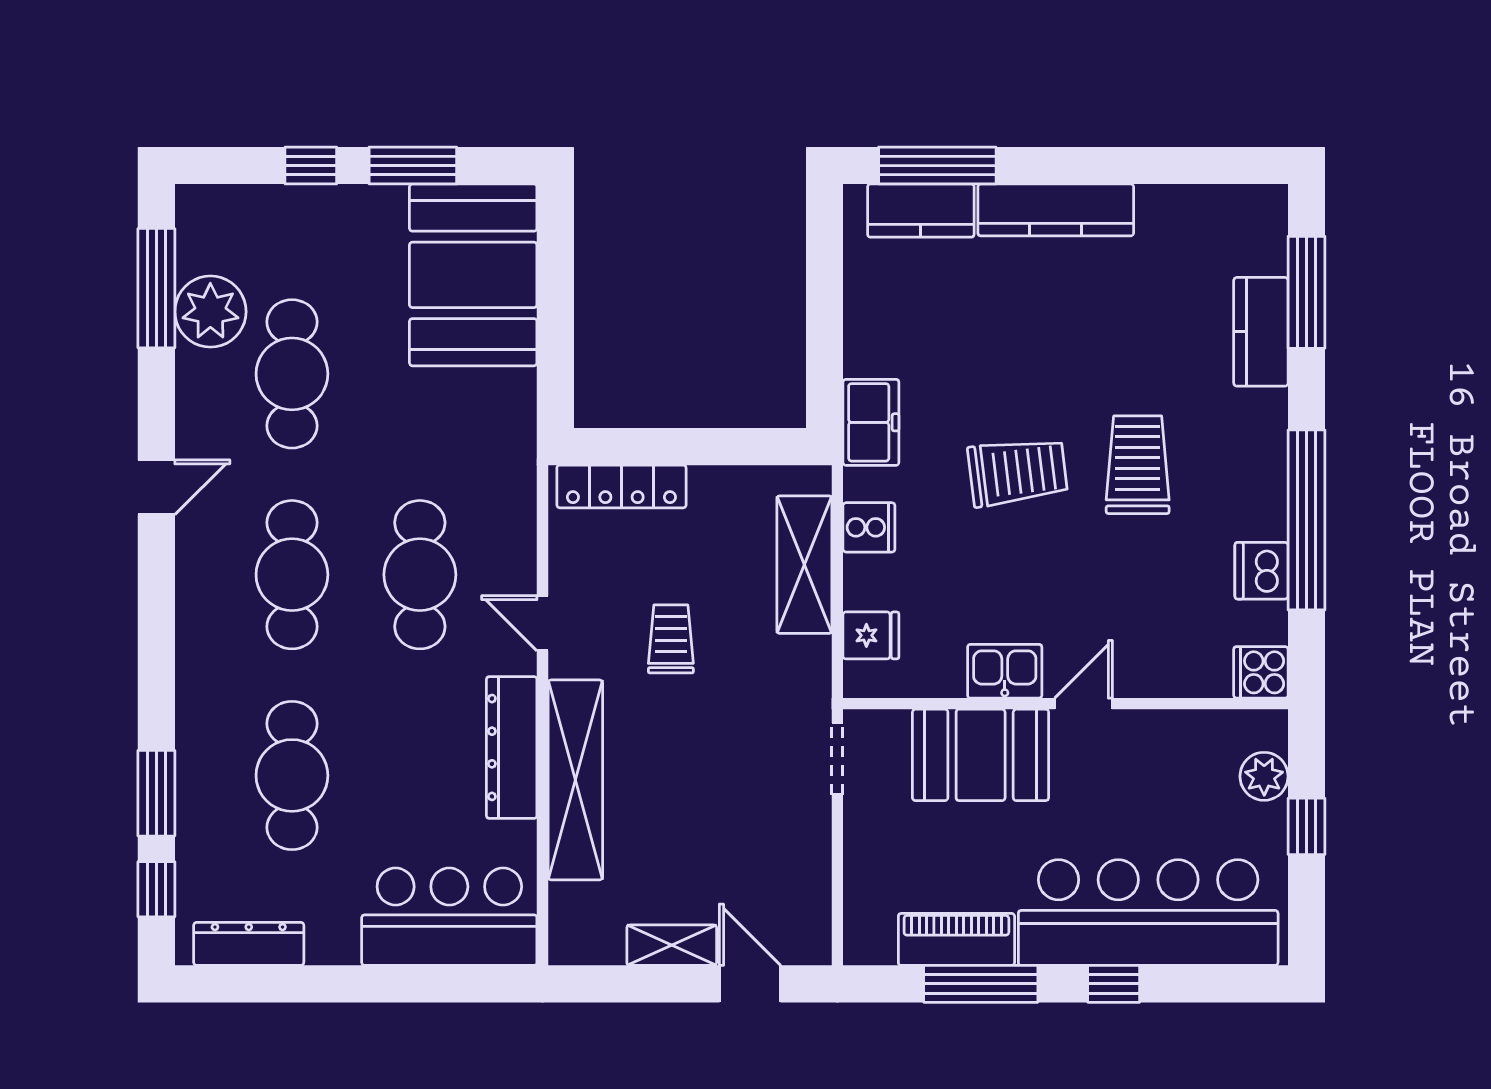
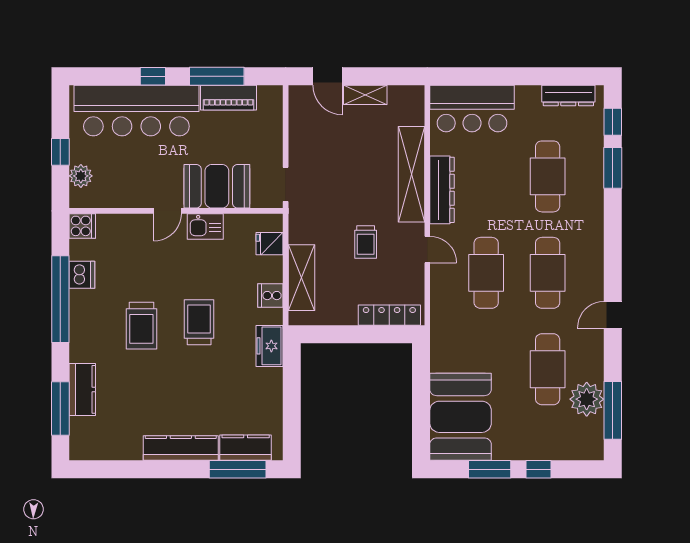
trolley: (1018, 472) -> (199, 322), turned 97

